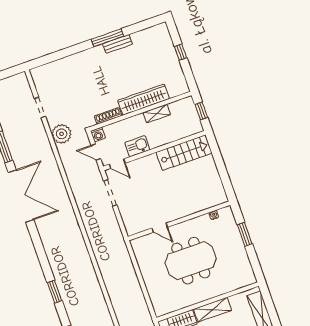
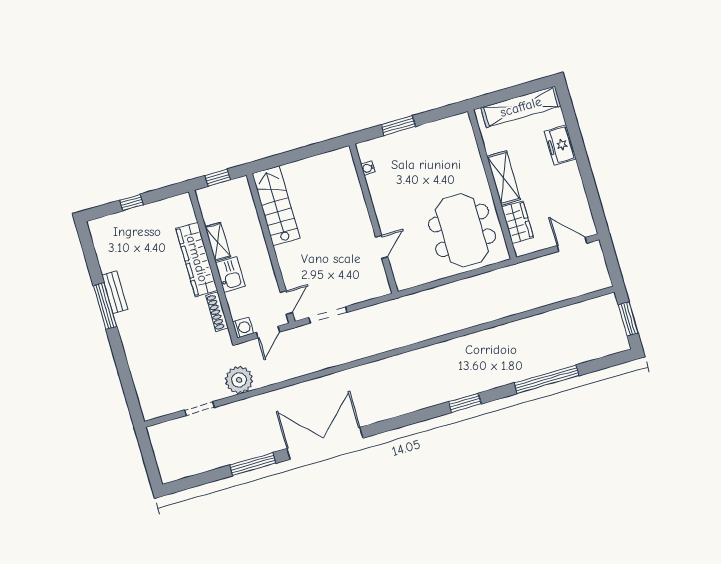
kitchen sink: (137, 146) -> (230, 275), moved, turned 180
meeting table: (191, 261) -> (462, 230), moved

